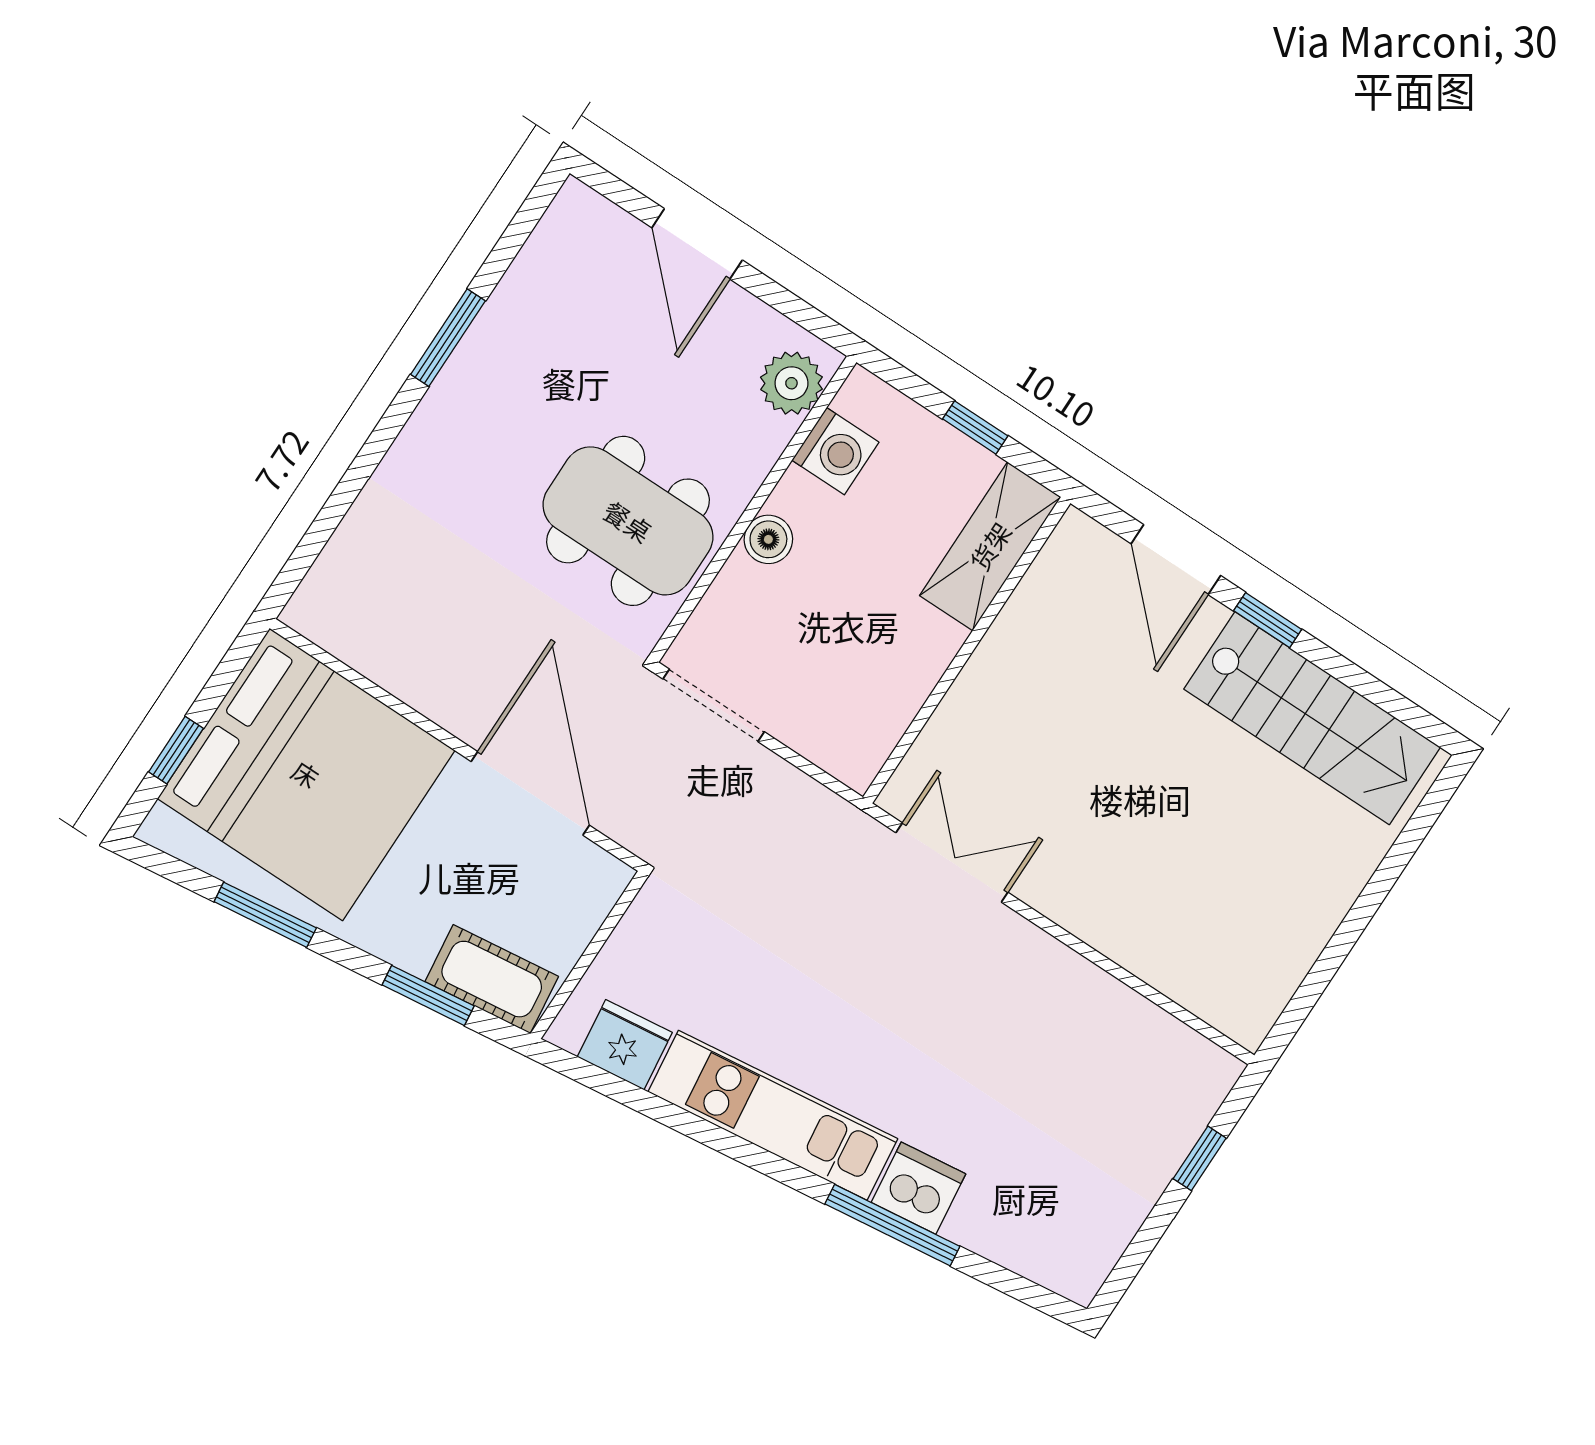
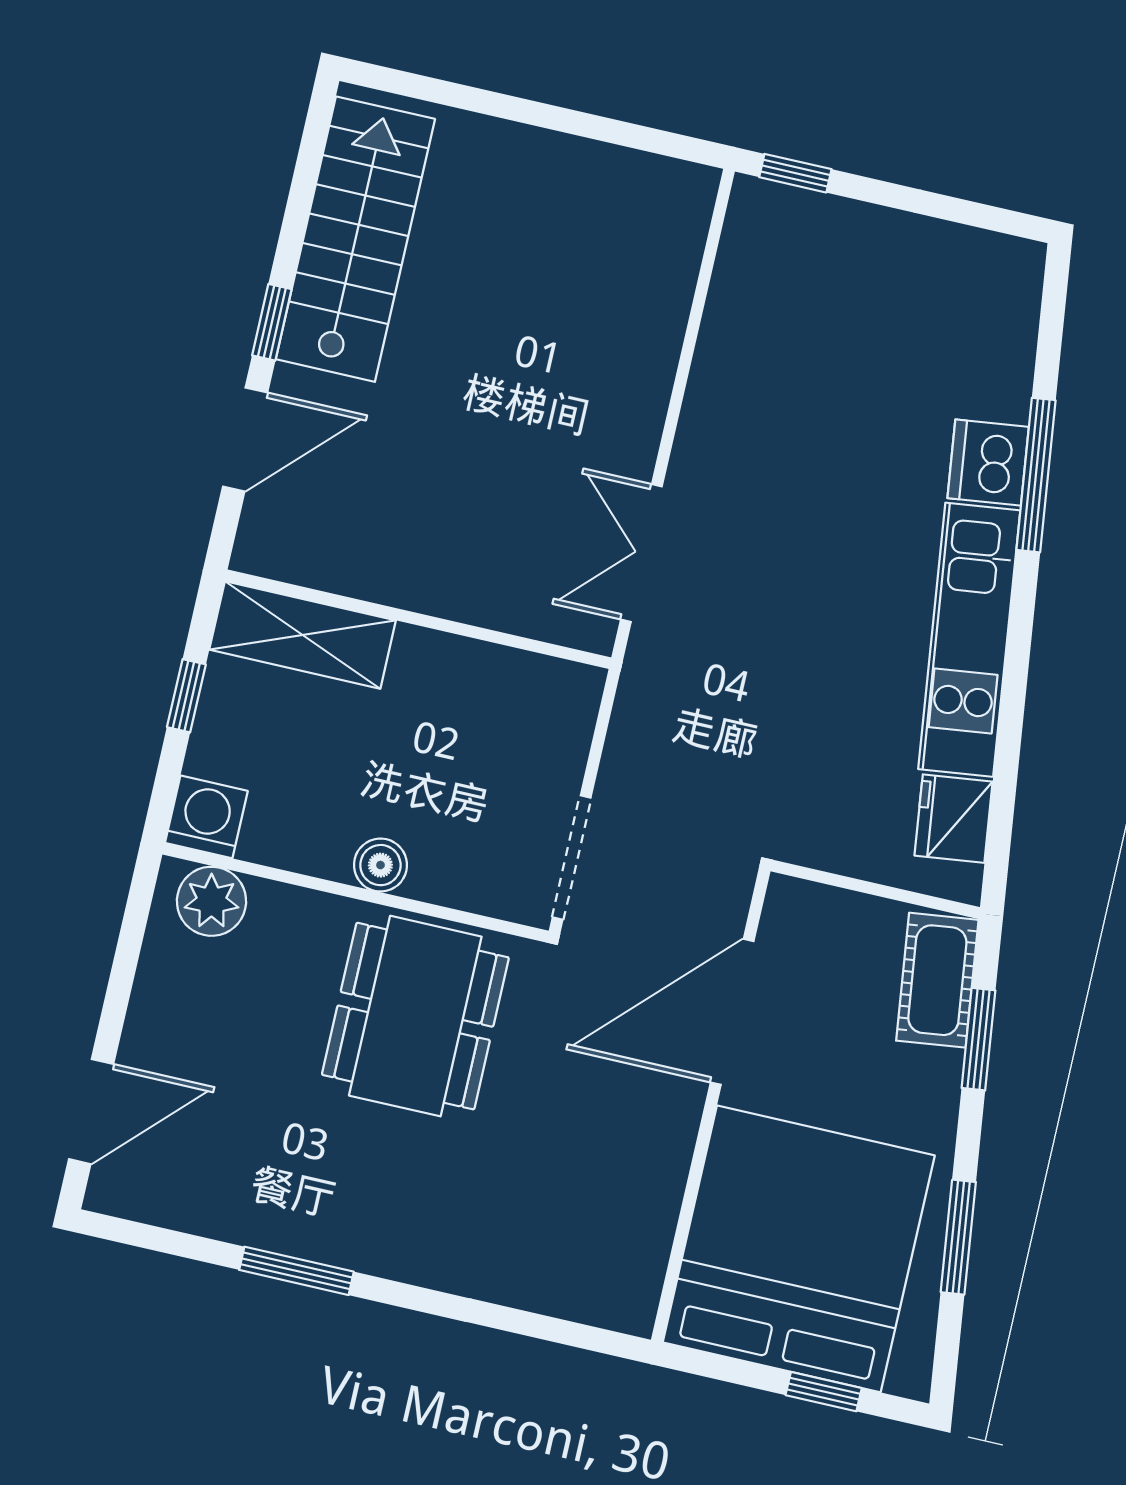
door: (697, 244) -> (91, 1112), moved
washing machine: (835, 451) -> (206, 817), moved
window: (1200, 1158) -> (795, 173), moved

